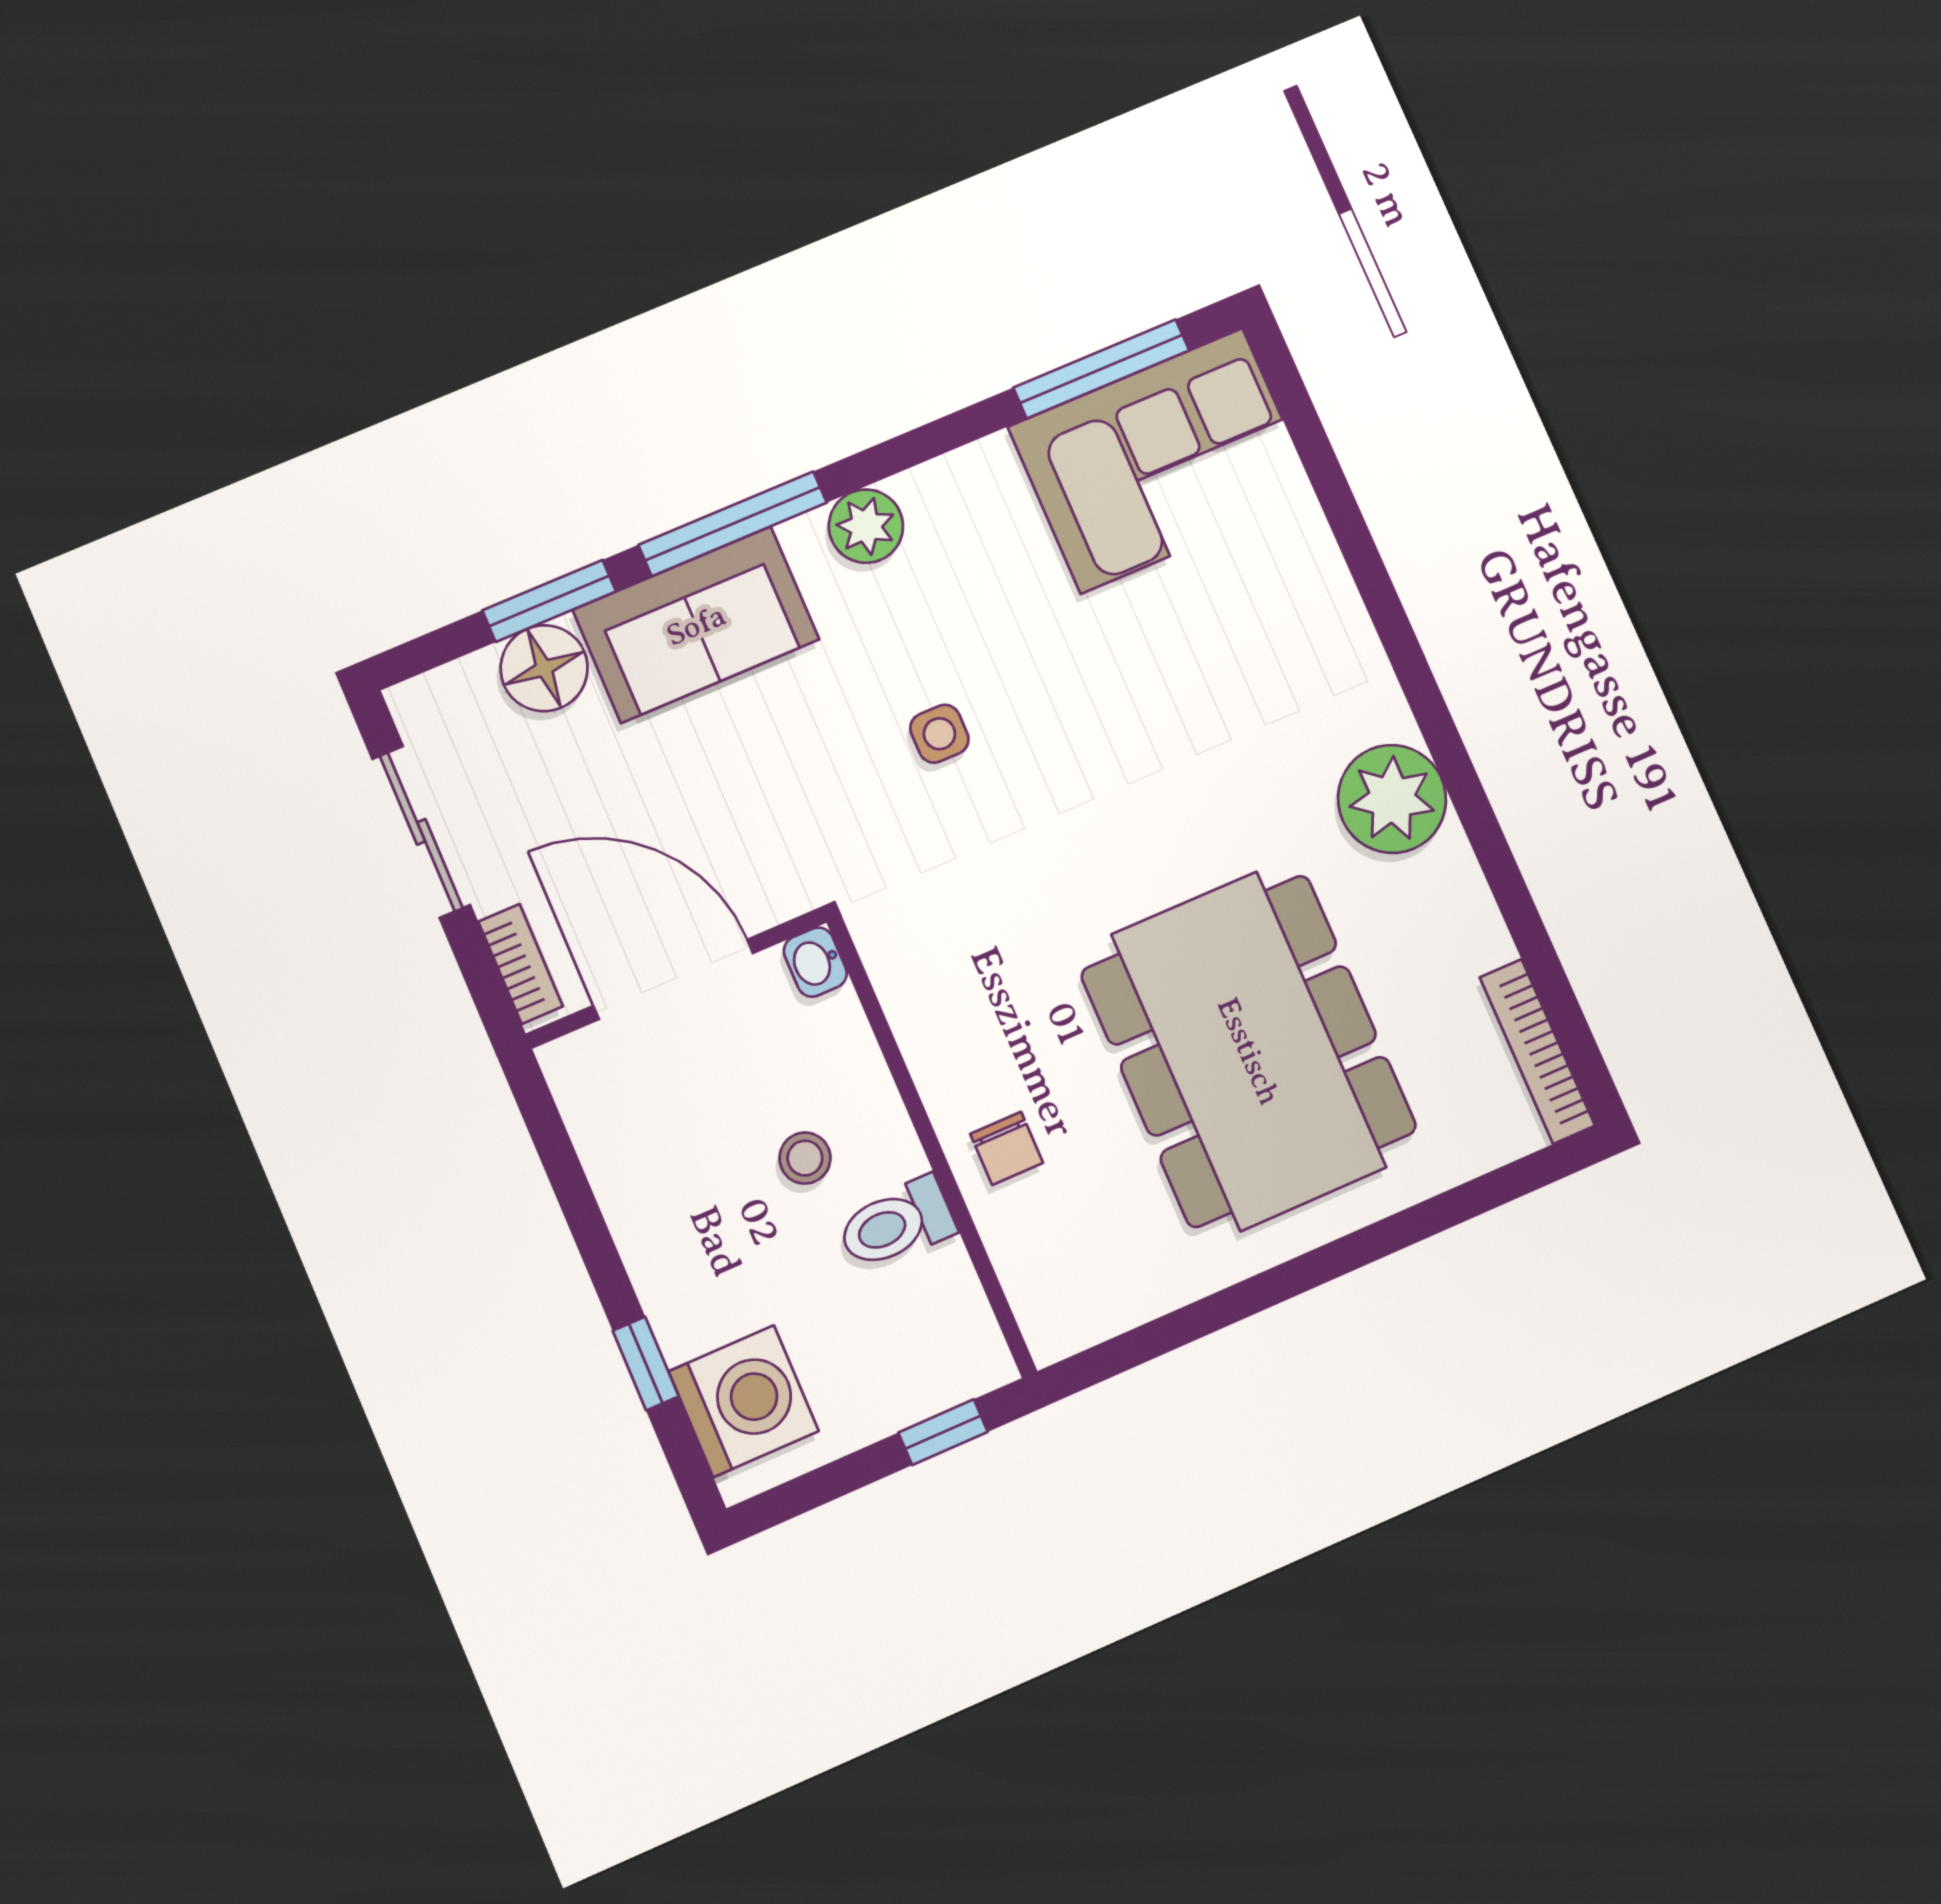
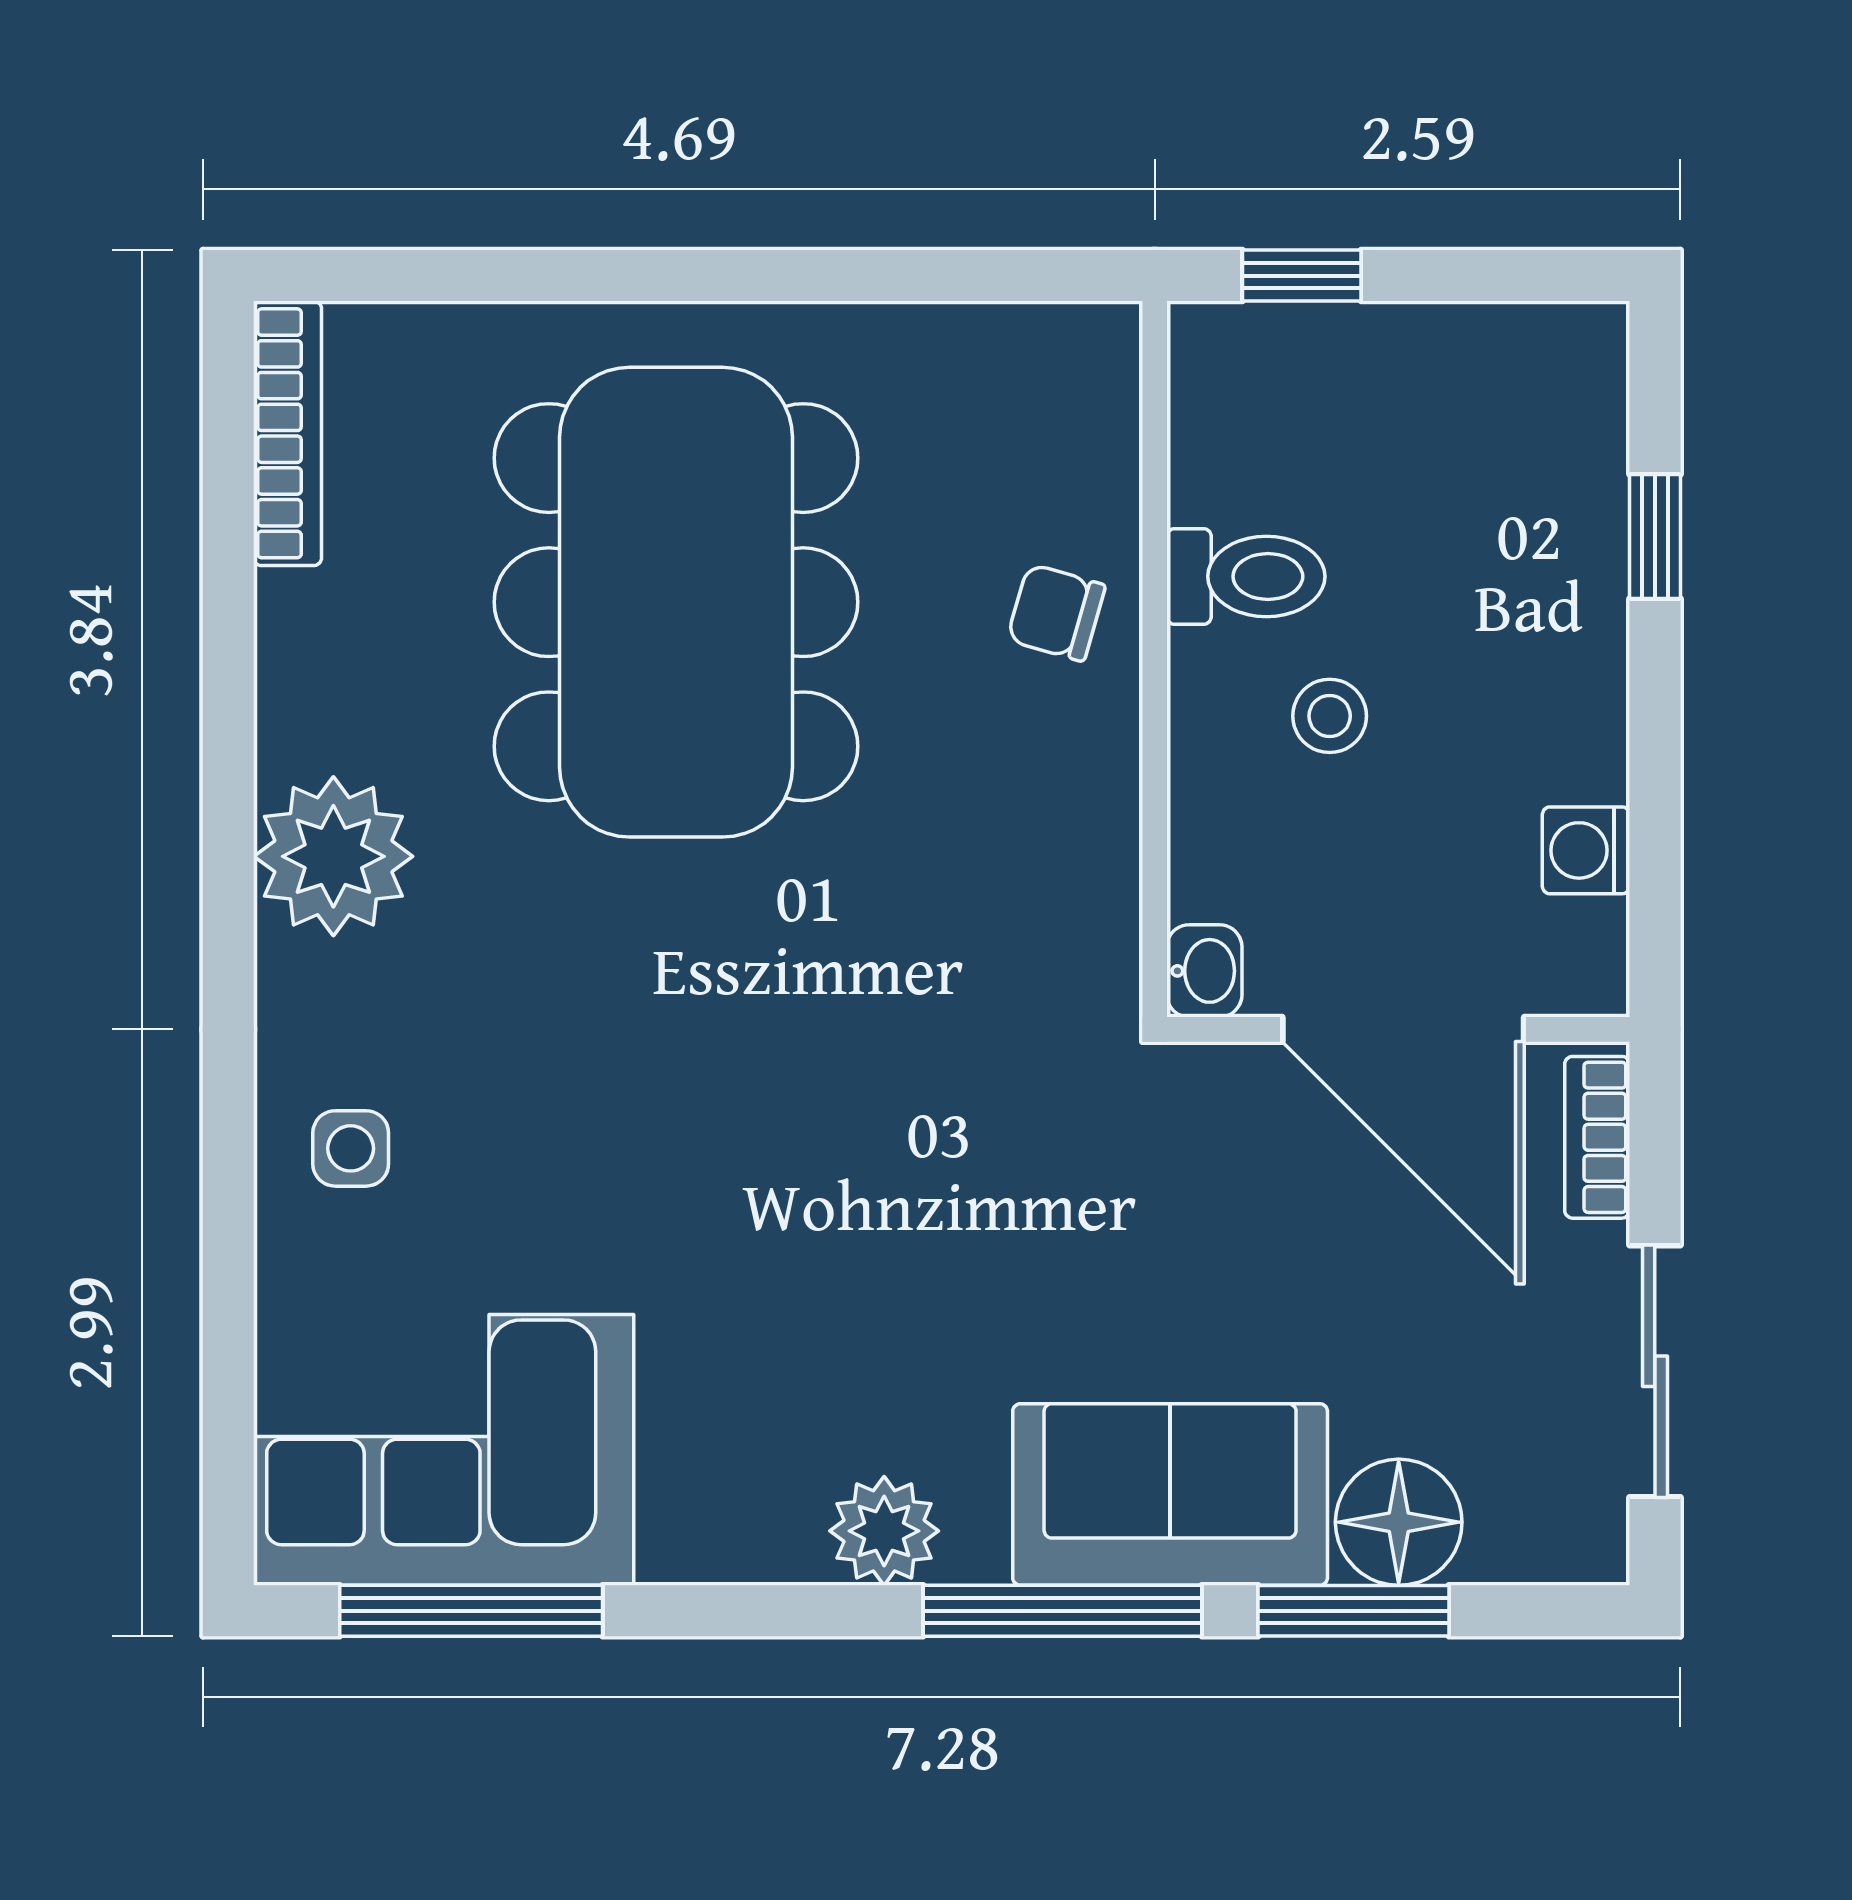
side table: (939, 734) -> (351, 1148), moved
chair: (1007, 1148) -> (1056, 613), turned -74
washing machine: (744, 1401) -> (1586, 850), moved, width x0.53, depth x0.53

